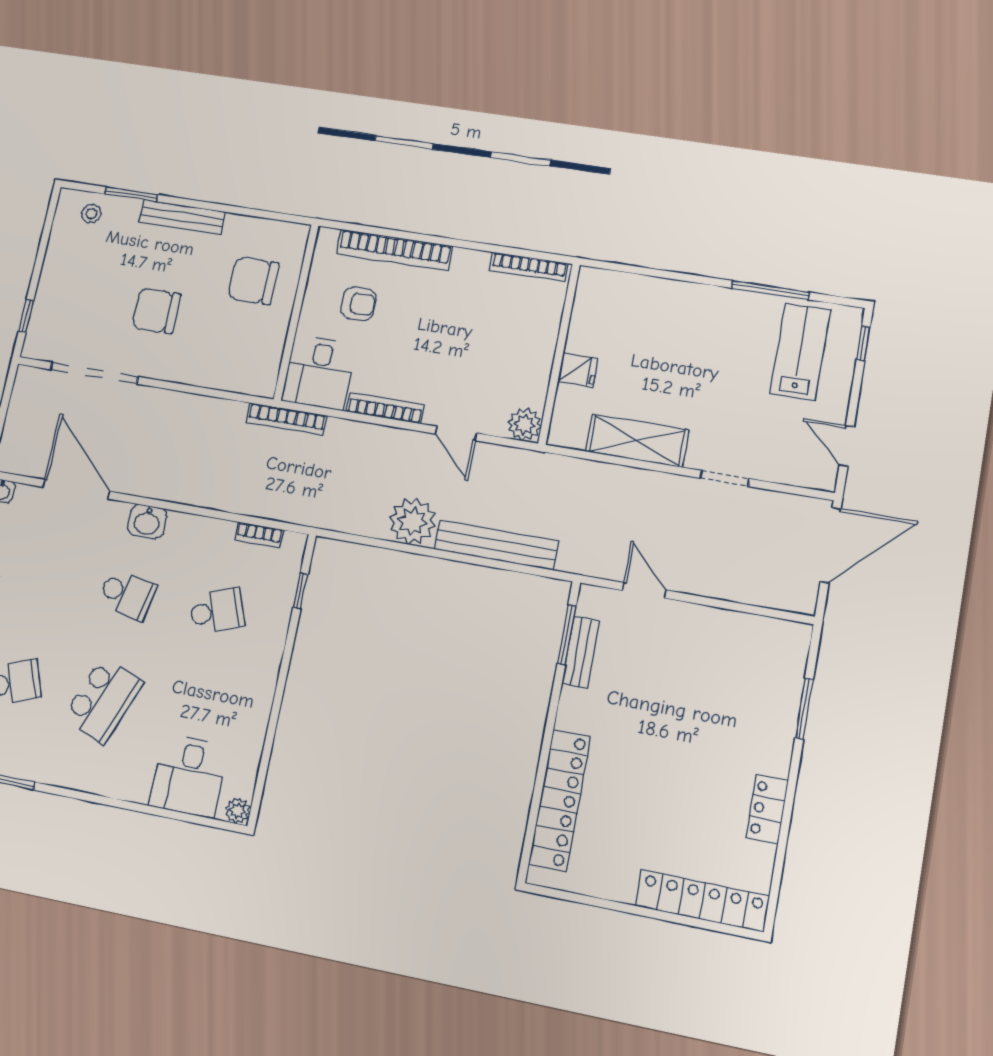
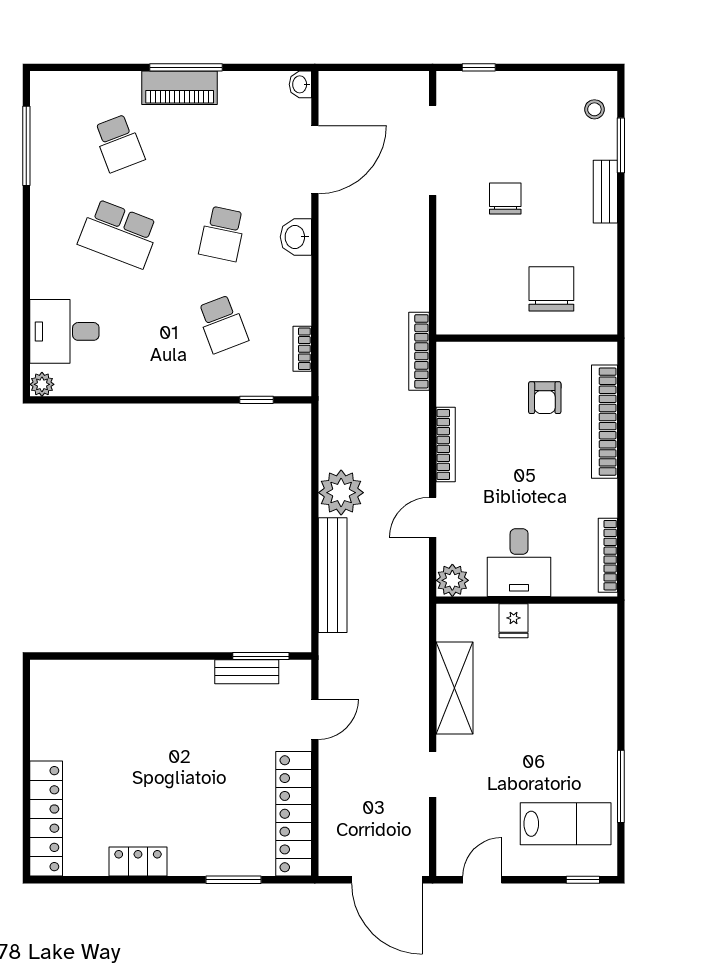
bench: (182, 217) -> (605, 192), width x0.73
chair: (156, 311) -> (505, 198), width x0.73, depth x0.73
desk: (319, 373) -> (519, 563), moved, turned -90
locker: (560, 800) -> (294, 814), moved, turned 90

